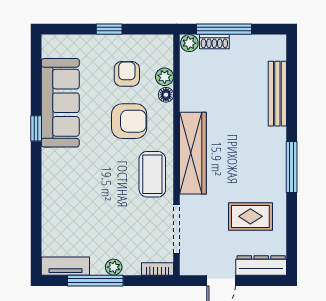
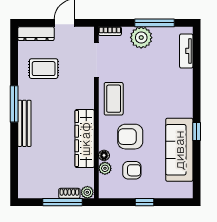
armchair: (127, 74) -> (132, 170), turned -90
bench: (277, 94) -> (24, 123), moved
wardrobe: (193, 153) -> (85, 139), moved
tv unit: (65, 266) -> (186, 51), moved, turned 90
plant: (114, 267) -> (141, 38), width x1.88, depth x1.88

